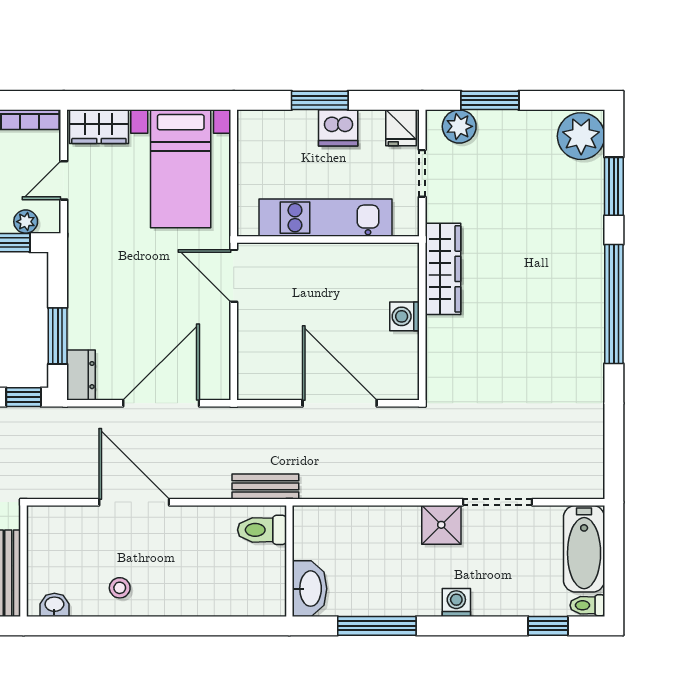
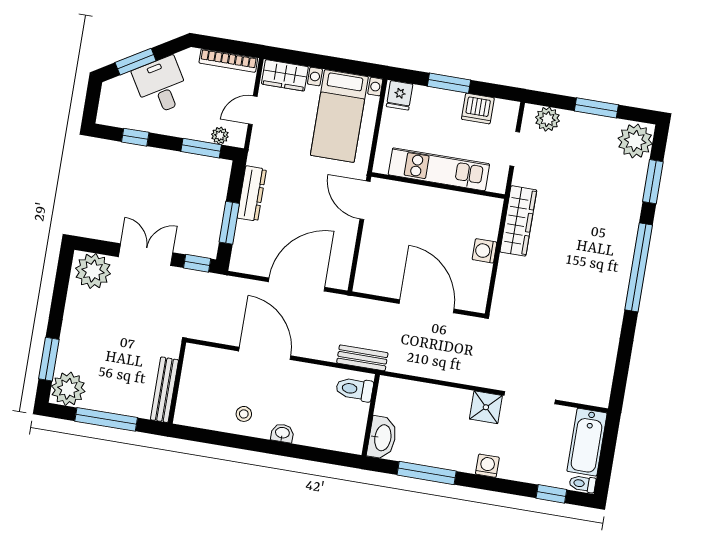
window: (490, 100) -> (596, 108), moved
dishwasher: (338, 128) -> (478, 109), moved
fridge: (401, 128) -> (400, 95), moved
dresser: (81, 375) -> (252, 194), moved, width x1.44
washbasin: (54, 605) -> (282, 433), moved

